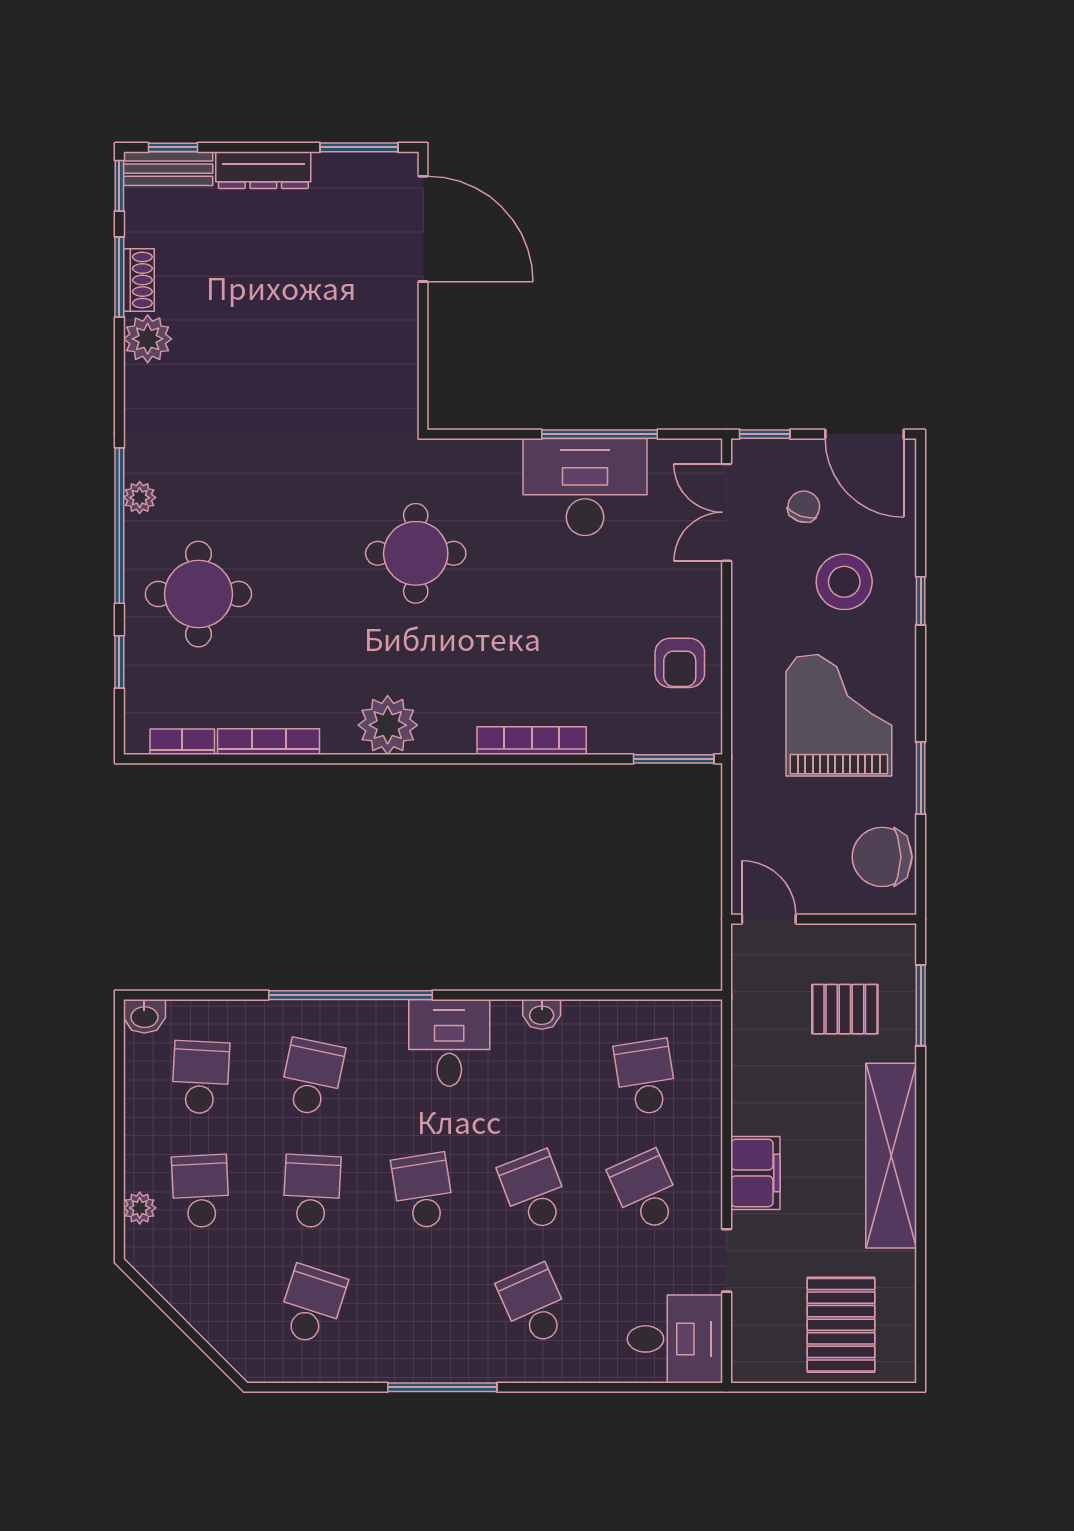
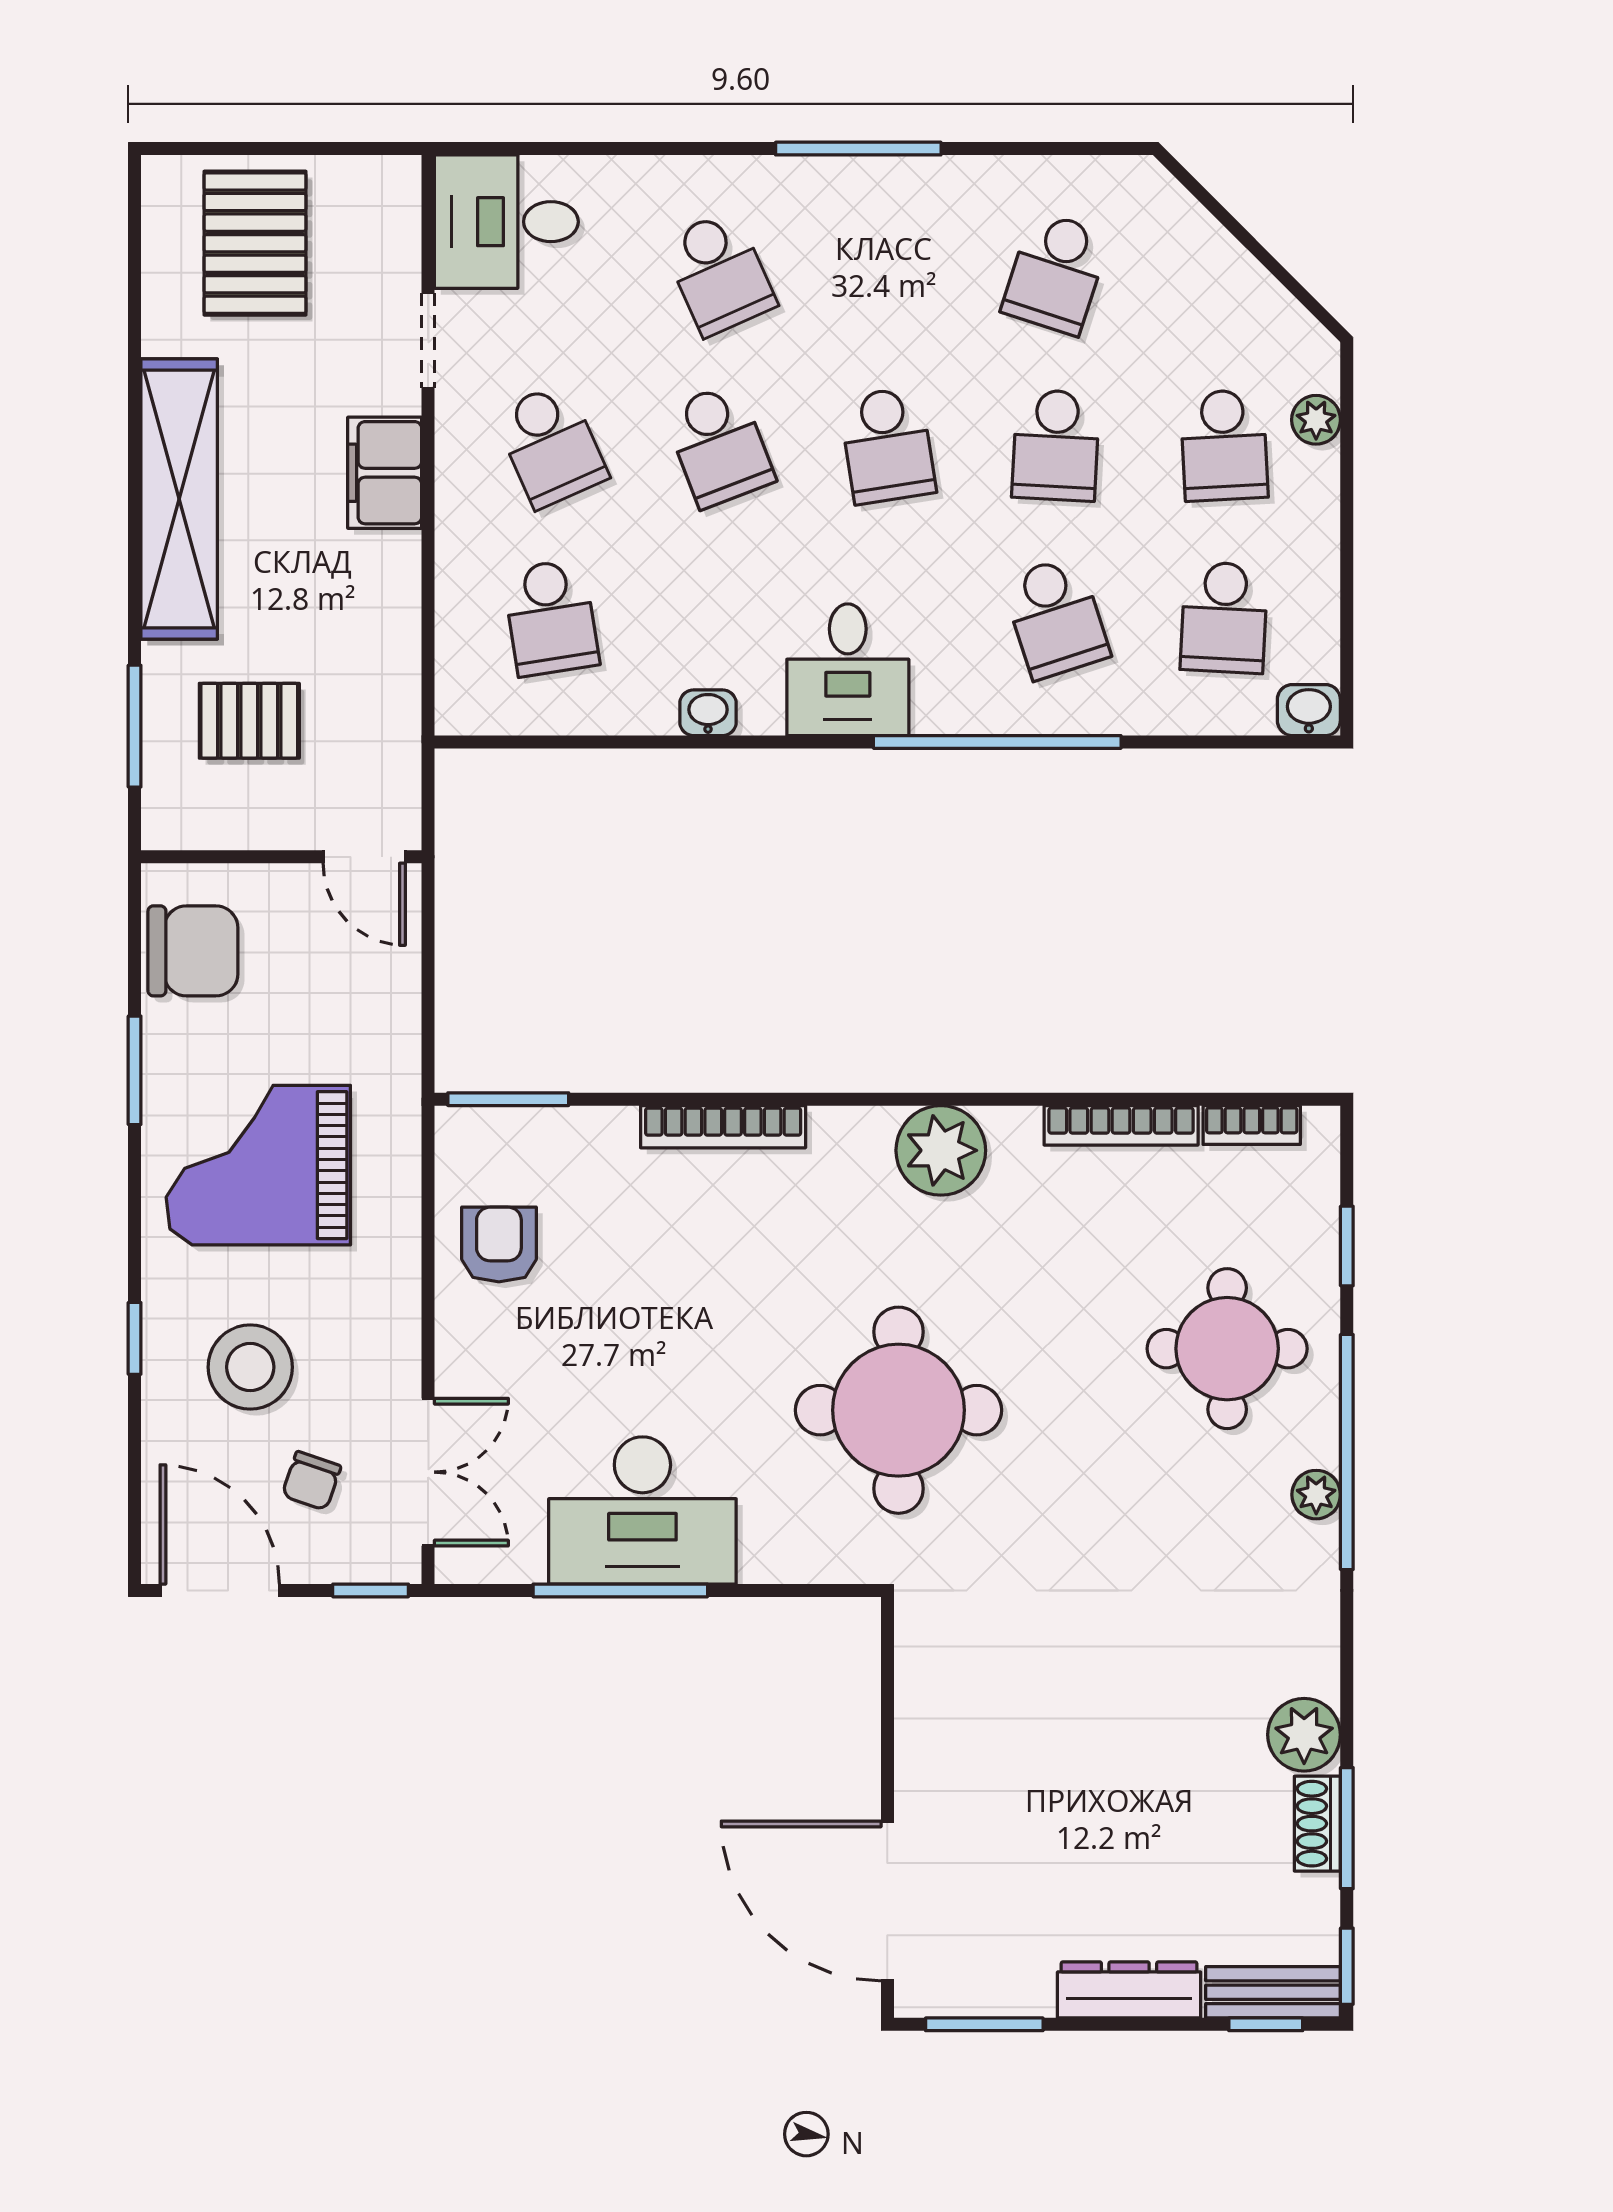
round table: (416, 553) -> (898, 1410), width x1.36, depth x1.36
grand piano: (839, 715) -> (258, 1165), turned 90
school desk: (312, 1077) -> (1056, 617), turned -30

